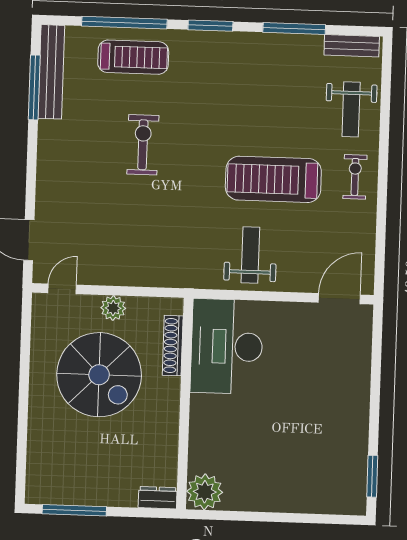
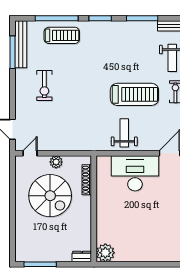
exercise bike: (143, 145) -> (44, 86), moved, turned 180
treadmill: (273, 179) -> (134, 94), turned 180
desk: (227, 346) -> (135, 173), moved, turned 90

